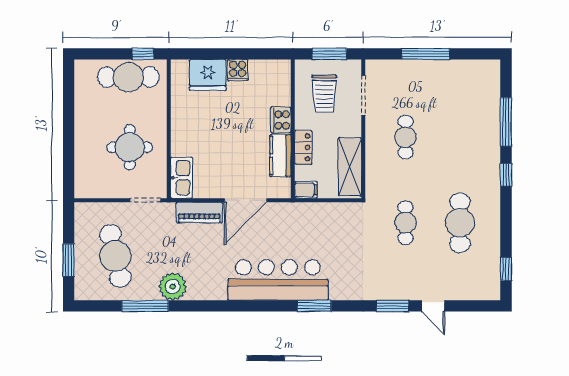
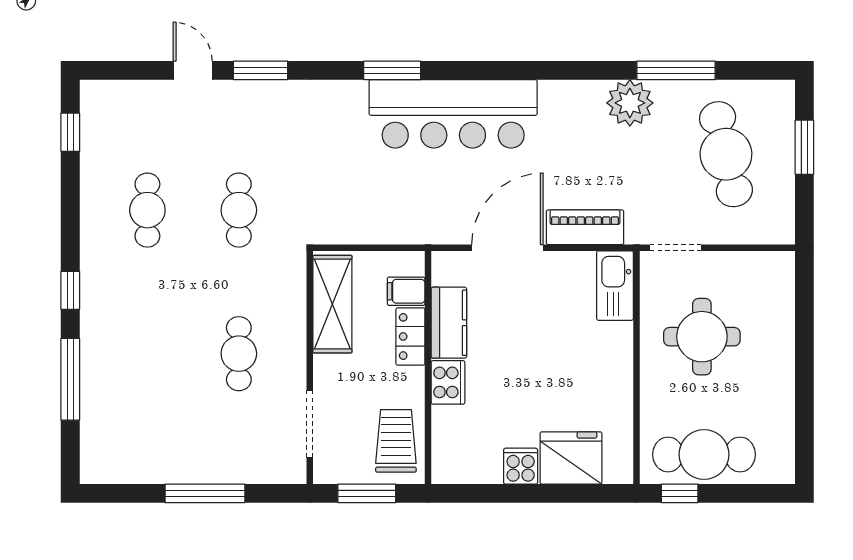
trolley: (324, 94) -> (396, 441), moved
filing cabinet: (306, 190) -> (406, 291), moved
cafe table: (460, 223) -> (147, 210), width x0.73, depth x0.74

